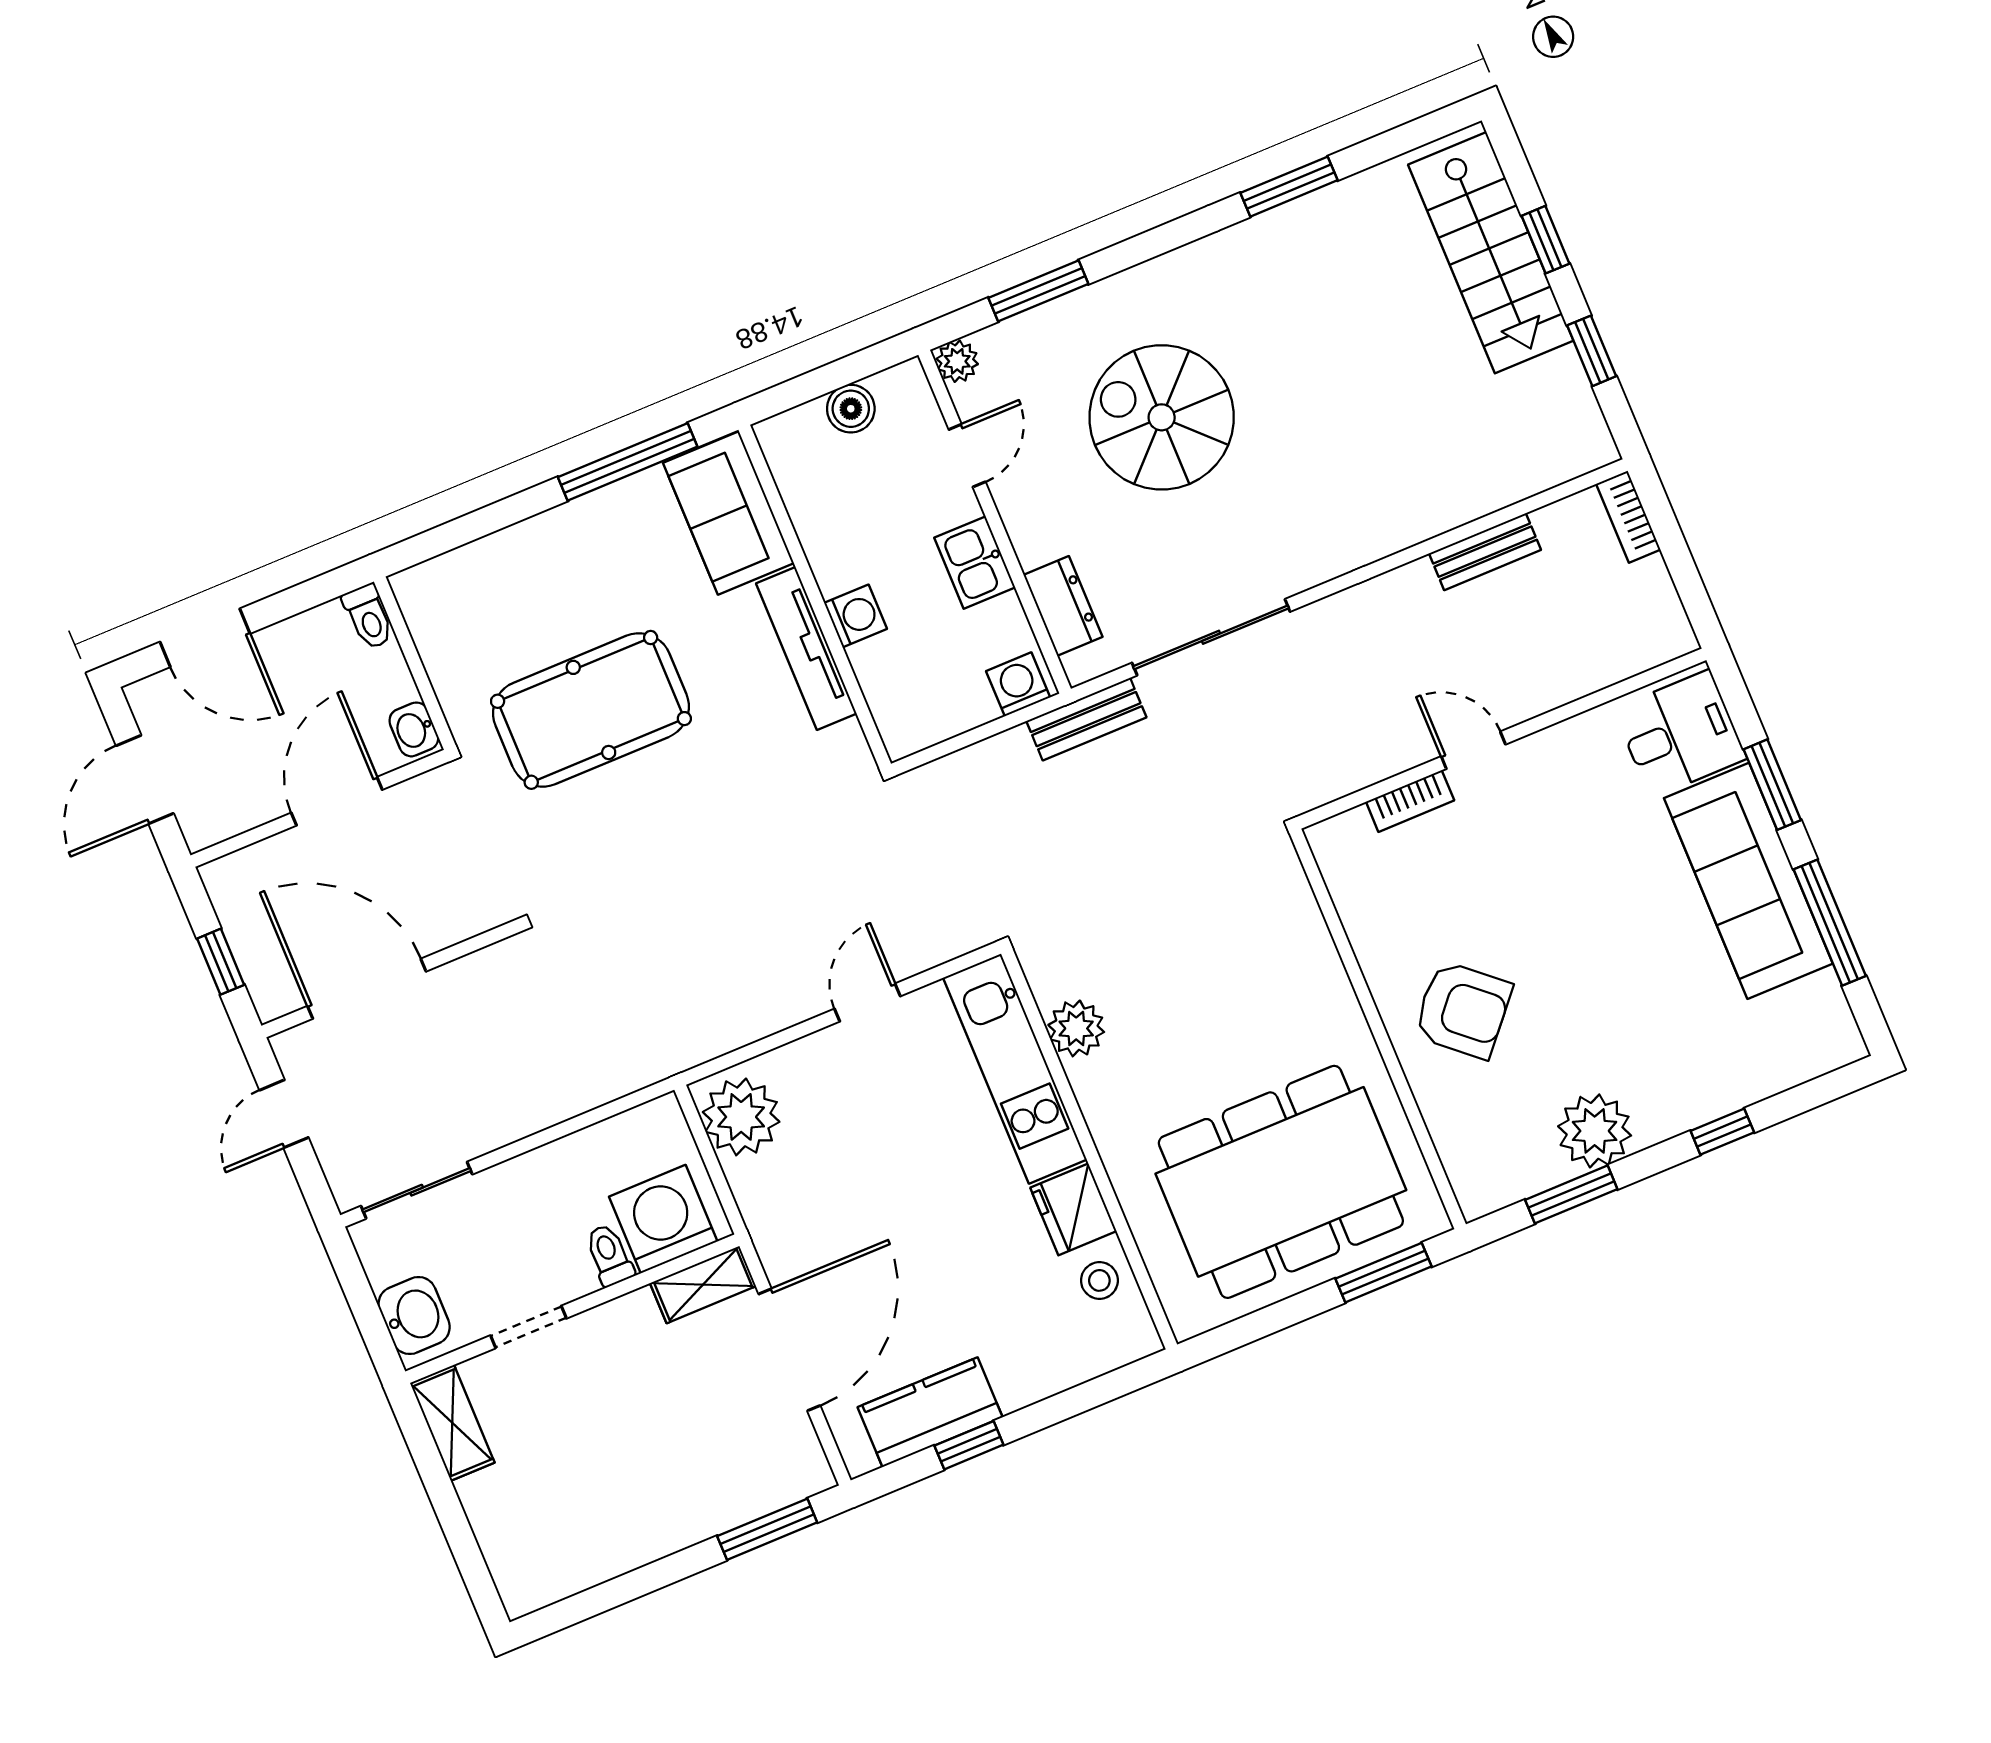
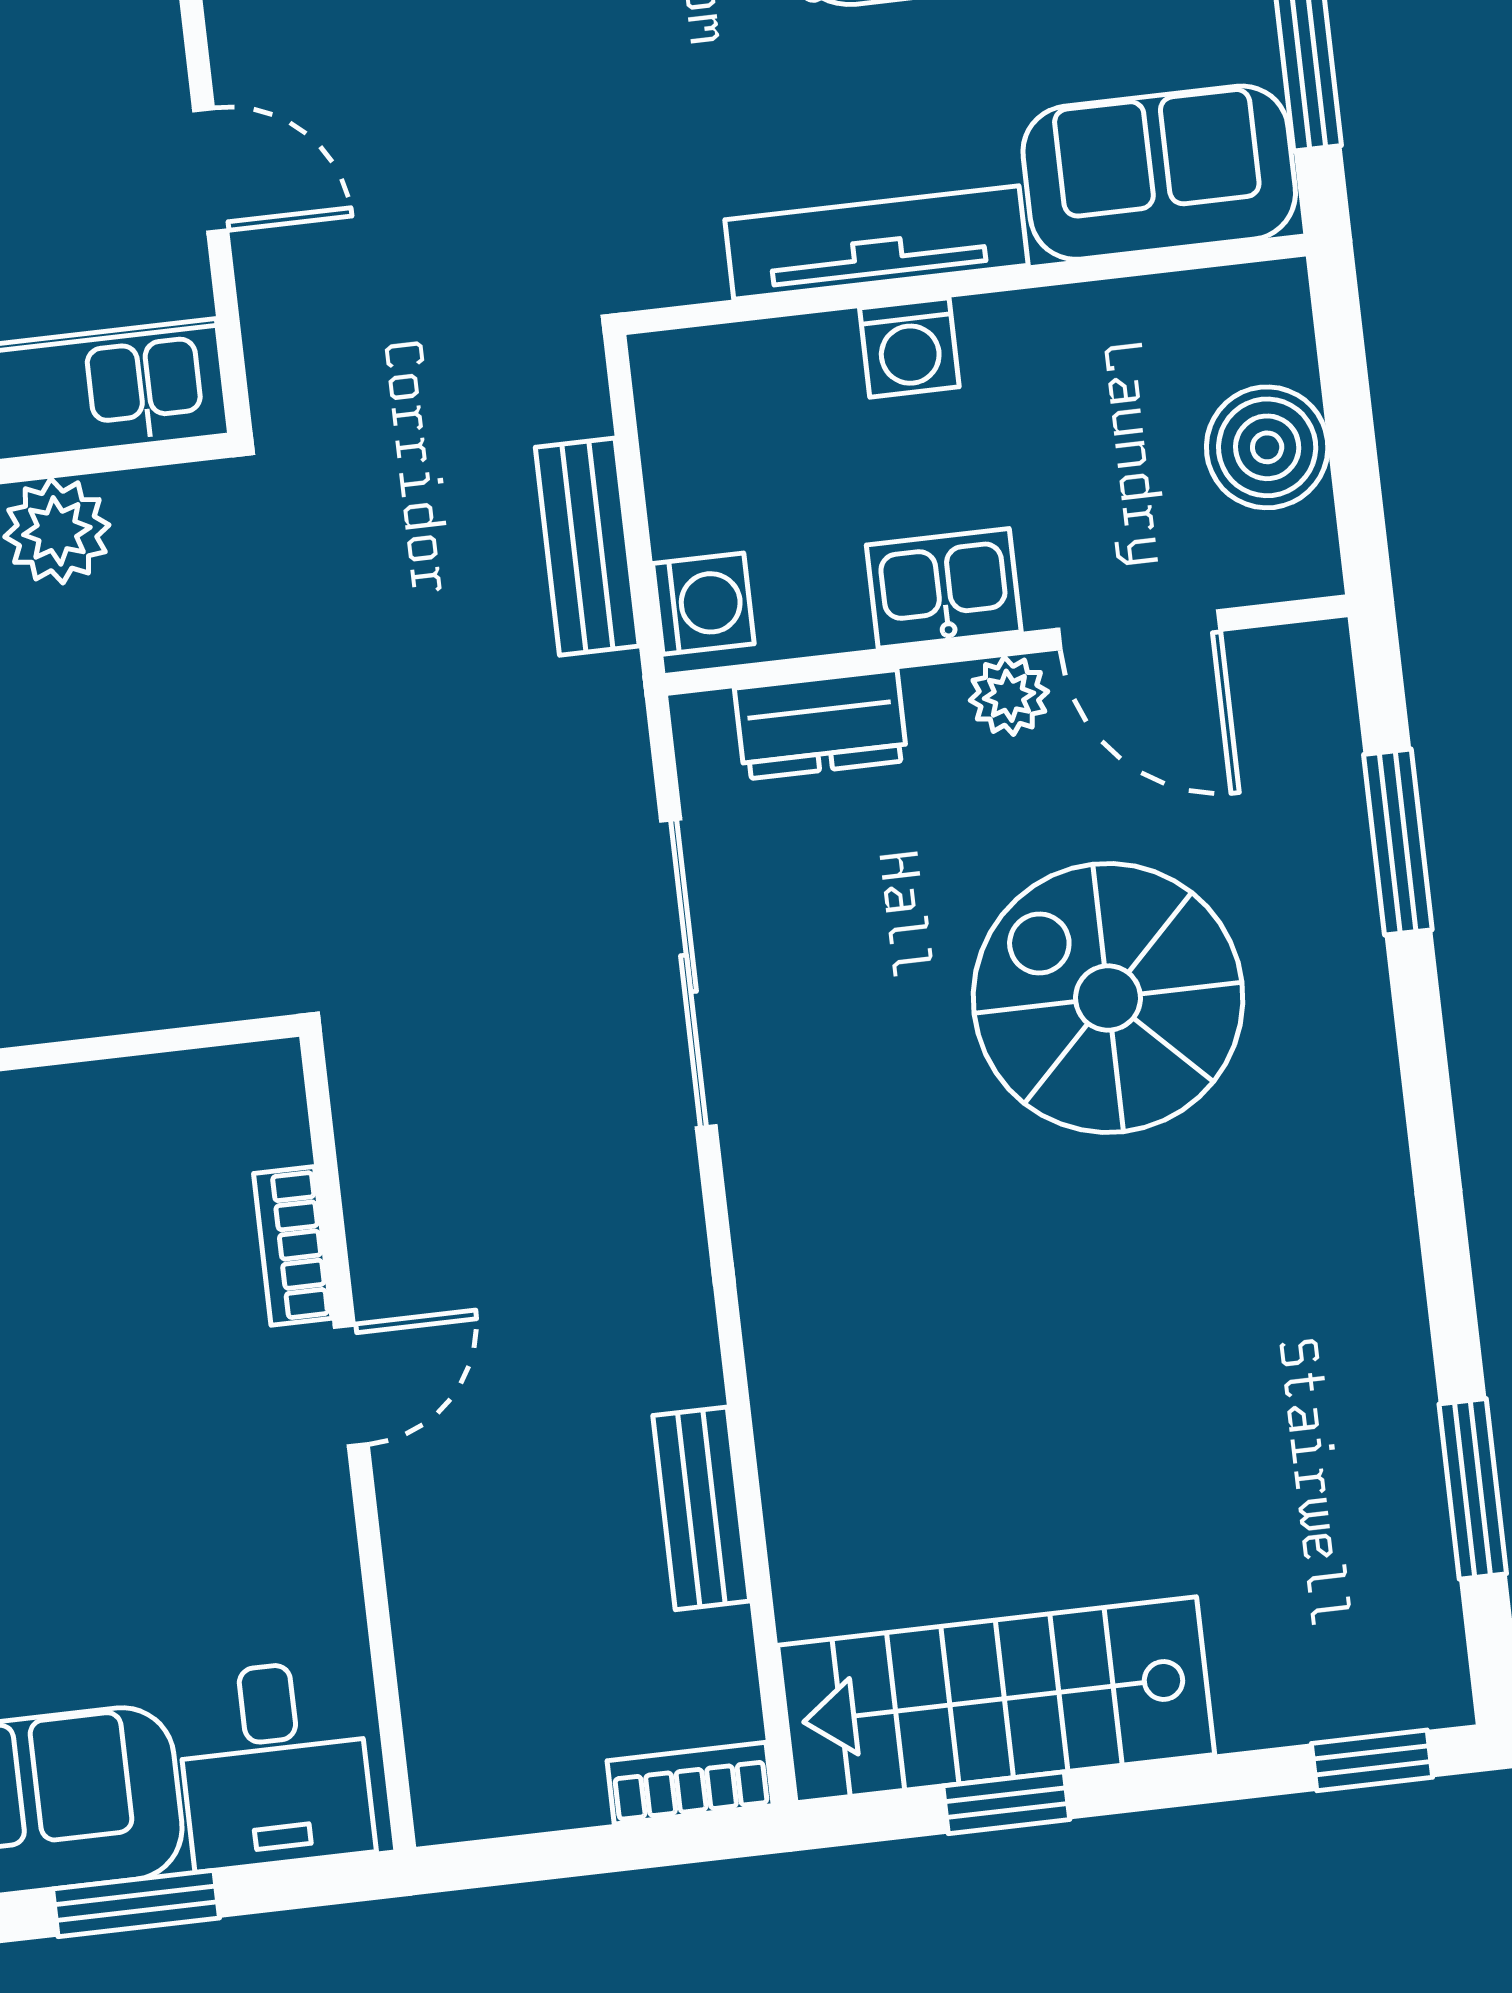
window: (1289, 187) -> (1473, 1489), moved
window: (1545, 240) -> (1372, 1760), moved
stairs: (1491, 253) -> (996, 1700), moved
plant: (957, 361) -> (1009, 696), moved
boiler: (851, 409) -> (1267, 447), width x1.36, depth x1.36
spiral stairs: (1162, 417) -> (1108, 998), turned -90
door: (967, 456) -> (1139, 630), width x1.38
bench: (1086, 719) -> (587, 547), moved

